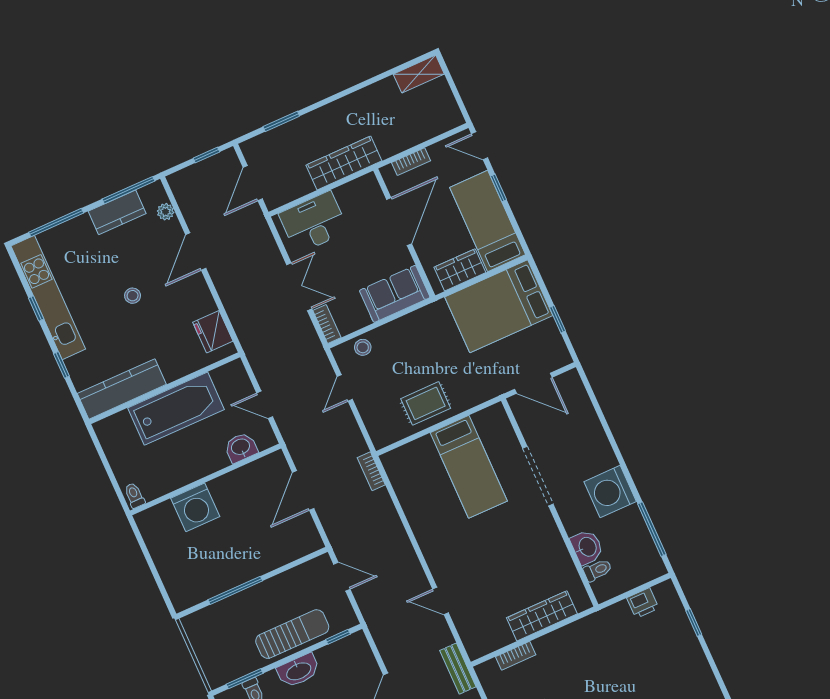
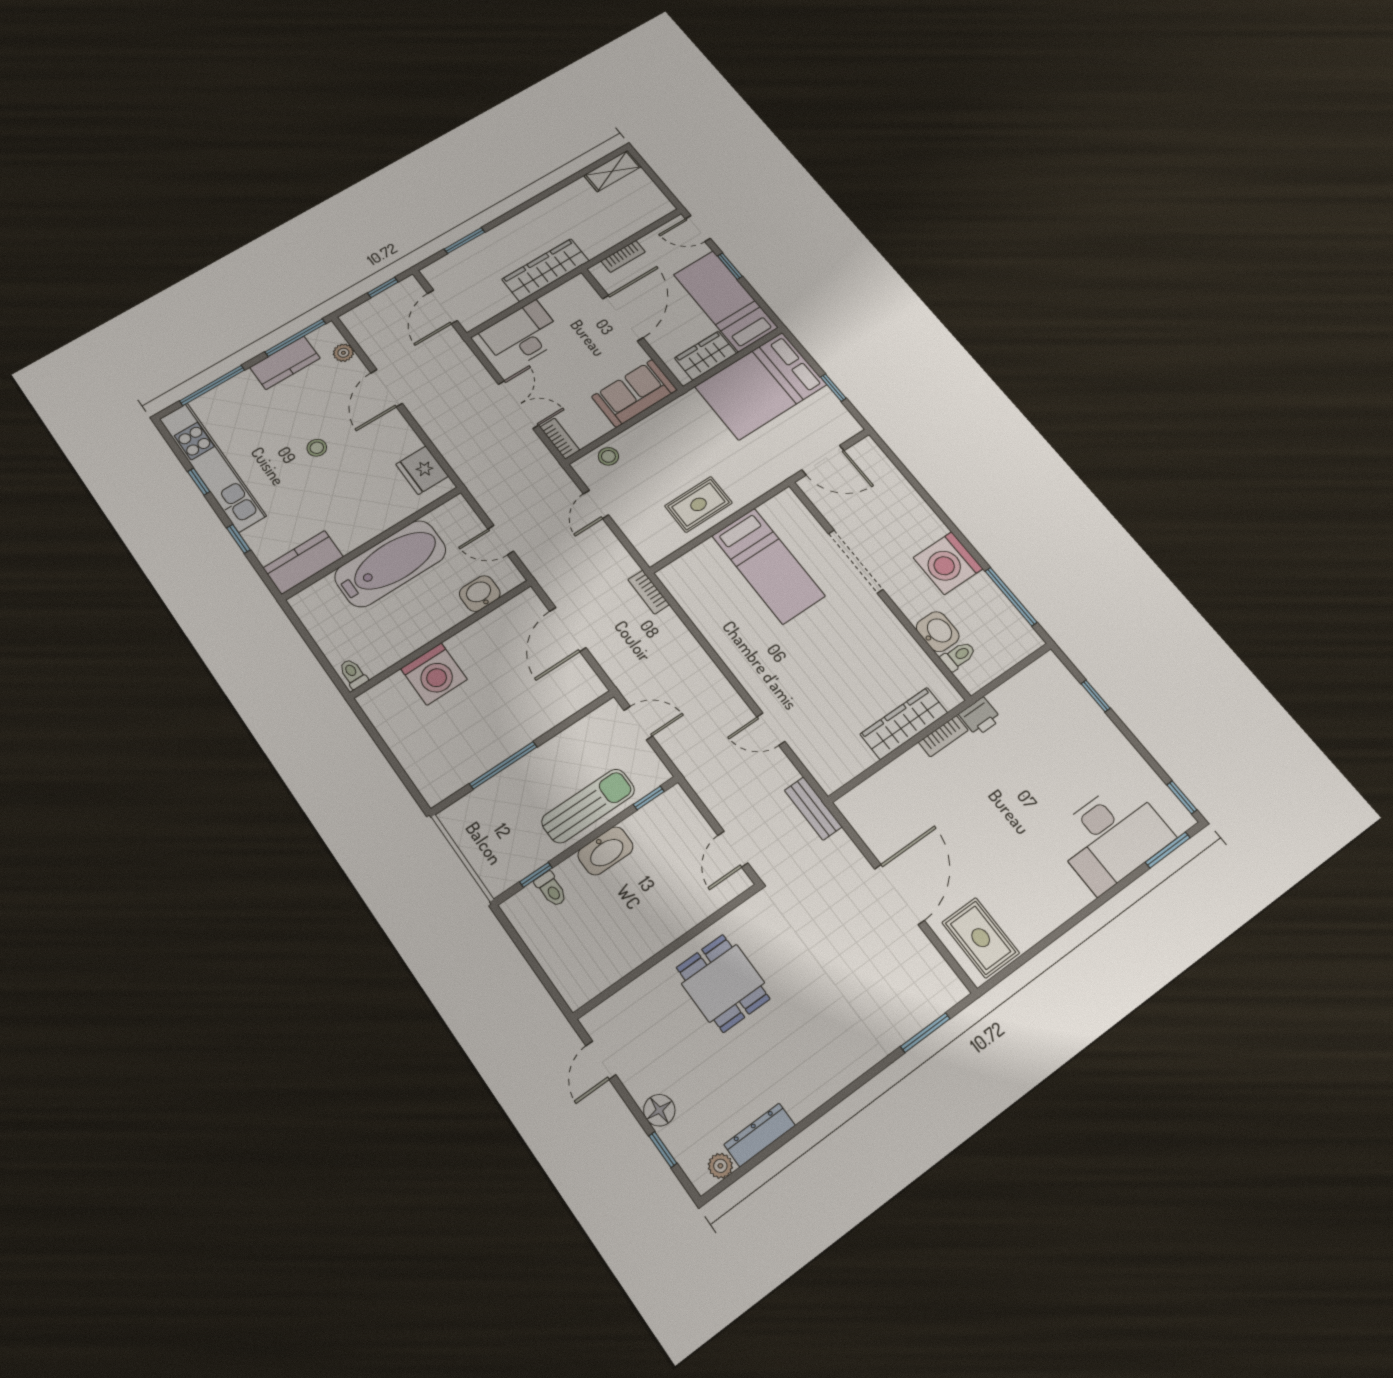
kitchen counter: (122, 389) -> (303, 562), width x0.67
printer: (643, 603) -> (980, 717), moved
bookcase: (516, 656) -> (943, 736), moved
window: (245, 679) -> (536, 875), width x0.67

